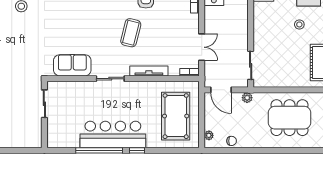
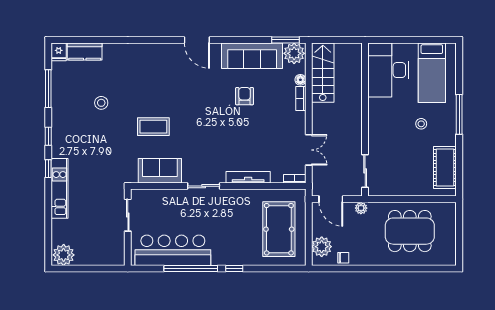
coffee table: (131, 33) -> (153, 127), moved, turned 76
bar counter: (113, 134) -> (173, 250), moved
plant: (209, 135) -> (322, 247), width x1.88, depth x1.88

